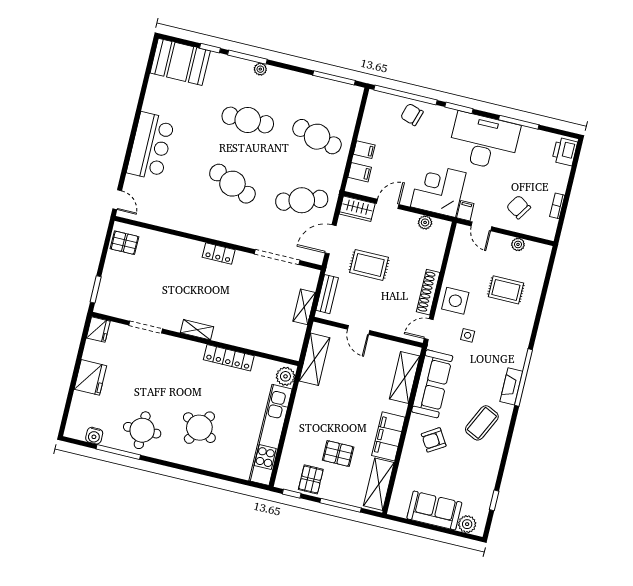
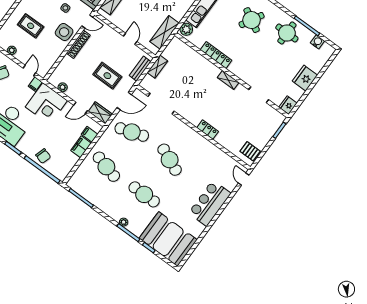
booth: (180, 62) -> (168, 239), width x1.36, depth x1.42
filing cabinet: (364, 150) -> (81, 147), width x2.00
locker: (219, 253) -> (208, 130), moved

